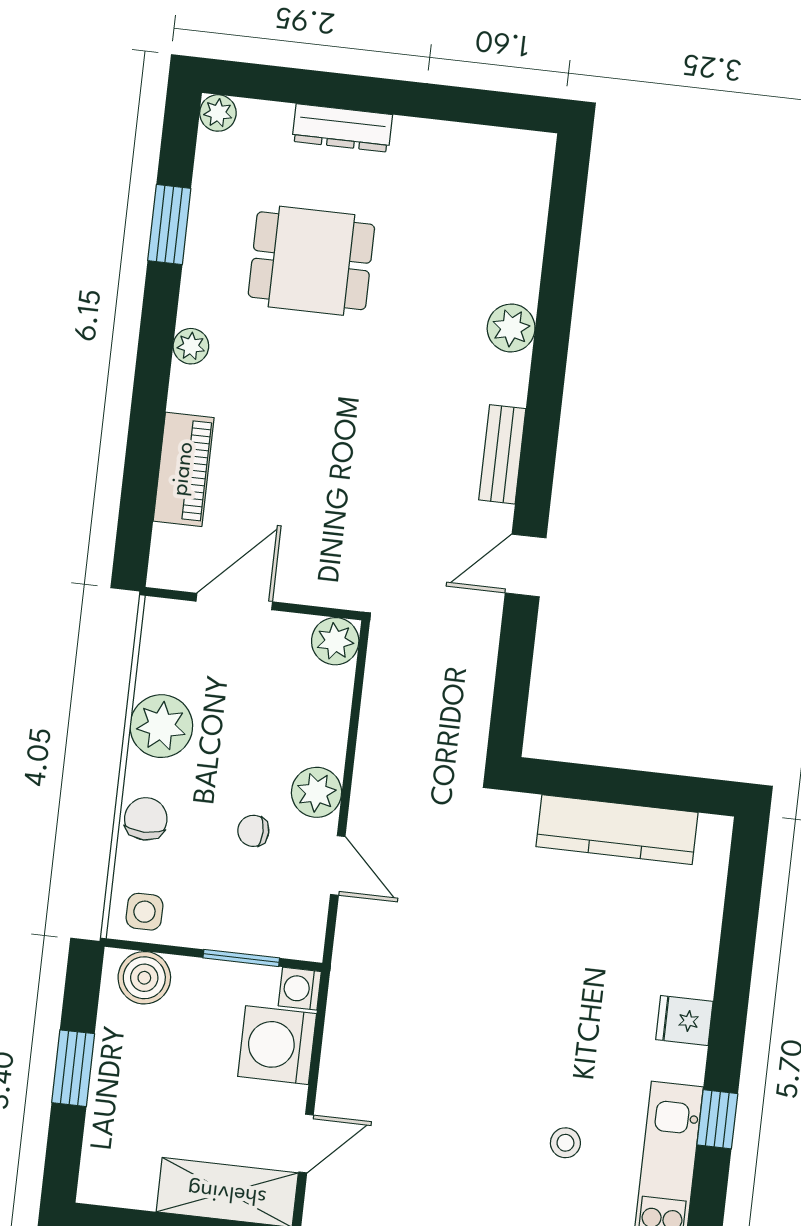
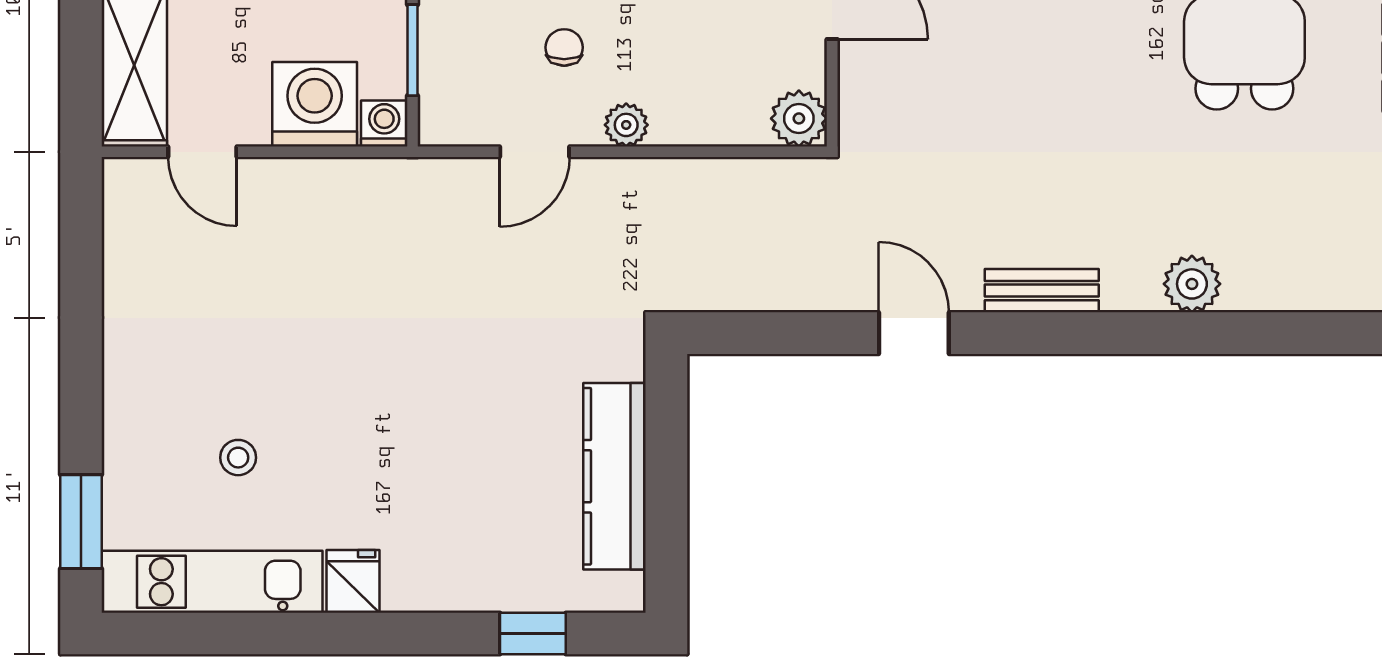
plant: (317, 792) -> (626, 125), width x0.73, depth x0.73
fridge: (684, 1021) -> (353, 581), moved
window: (717, 1119) -> (533, 634), moved

